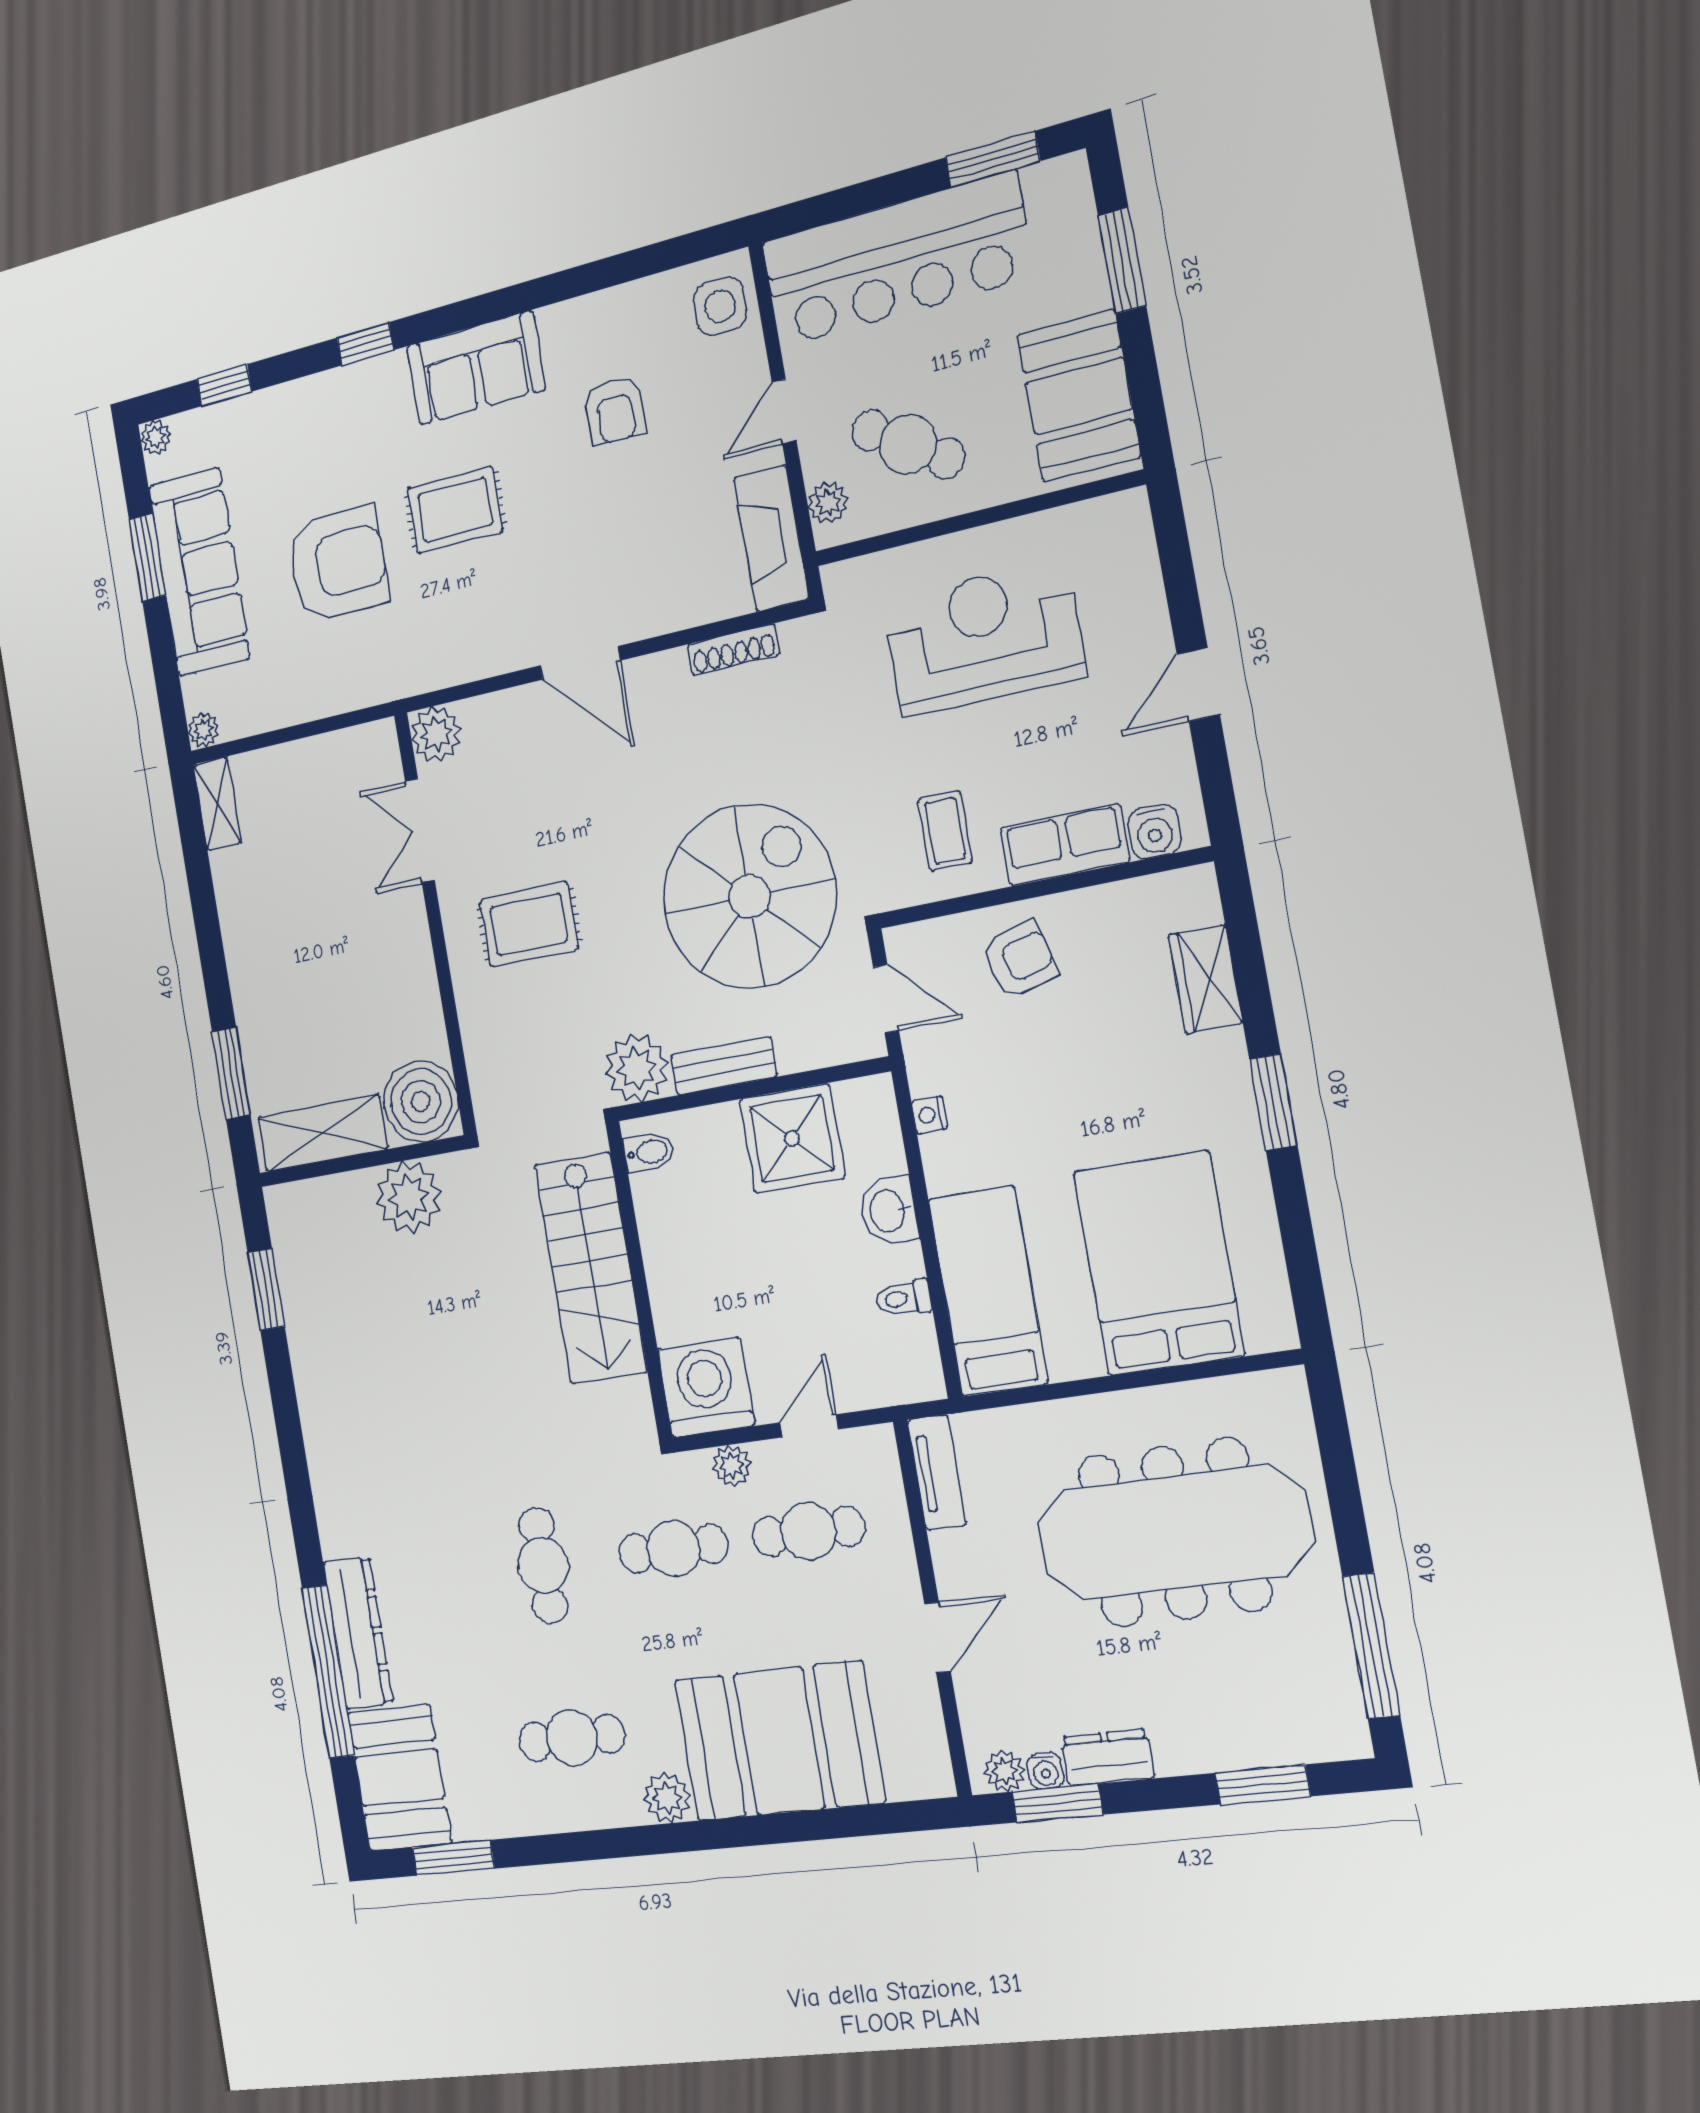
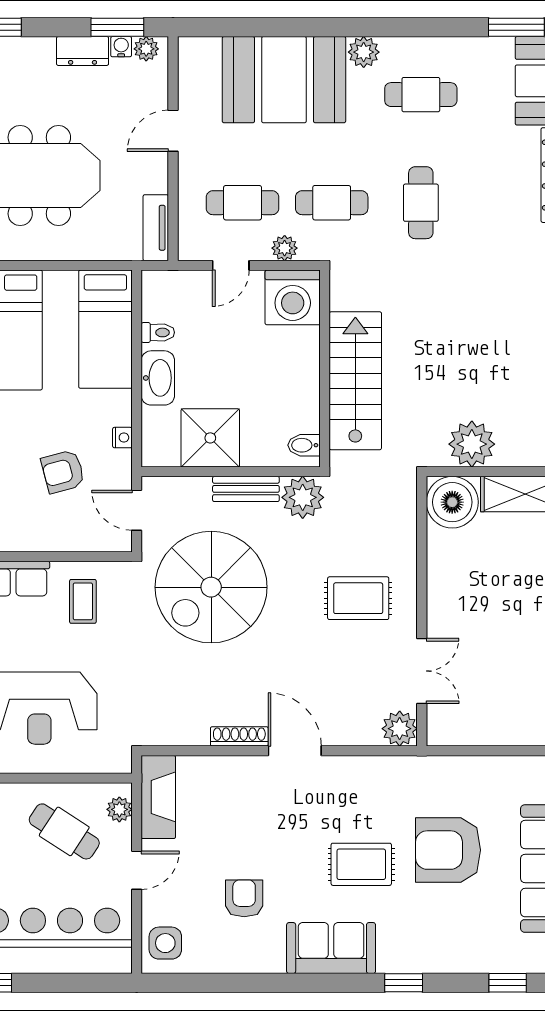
shoe rack: (733, 650) -> (239, 736), moved
armchair: (1019, 960) -> (63, 472), moved
washbasin: (888, 1211) -> (158, 378), width x1.38

